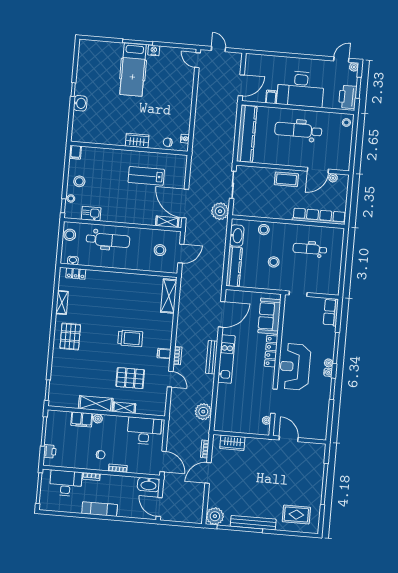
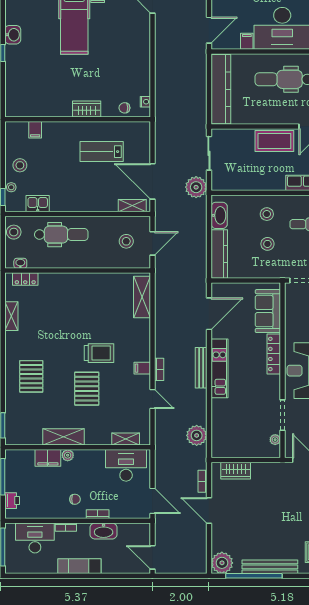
washbasin: (80, 103) -> (13, 35), moved
filing cabinet: (76, 152) -> (35, 130), moved
coffee table: (286, 179) -> (274, 141), width x1.36, depth x1.32
stool: (264, 230) -> (267, 214), moved
pallet: (70, 336) -> (31, 376), moved
pallet: (130, 378) -> (87, 389), moved, turned 90
shelving: (124, 408) -> (126, 439), moved
door: (208, 473) -> (209, 510), hinge flipped
washbasin: (149, 485) -> (104, 531), moved

